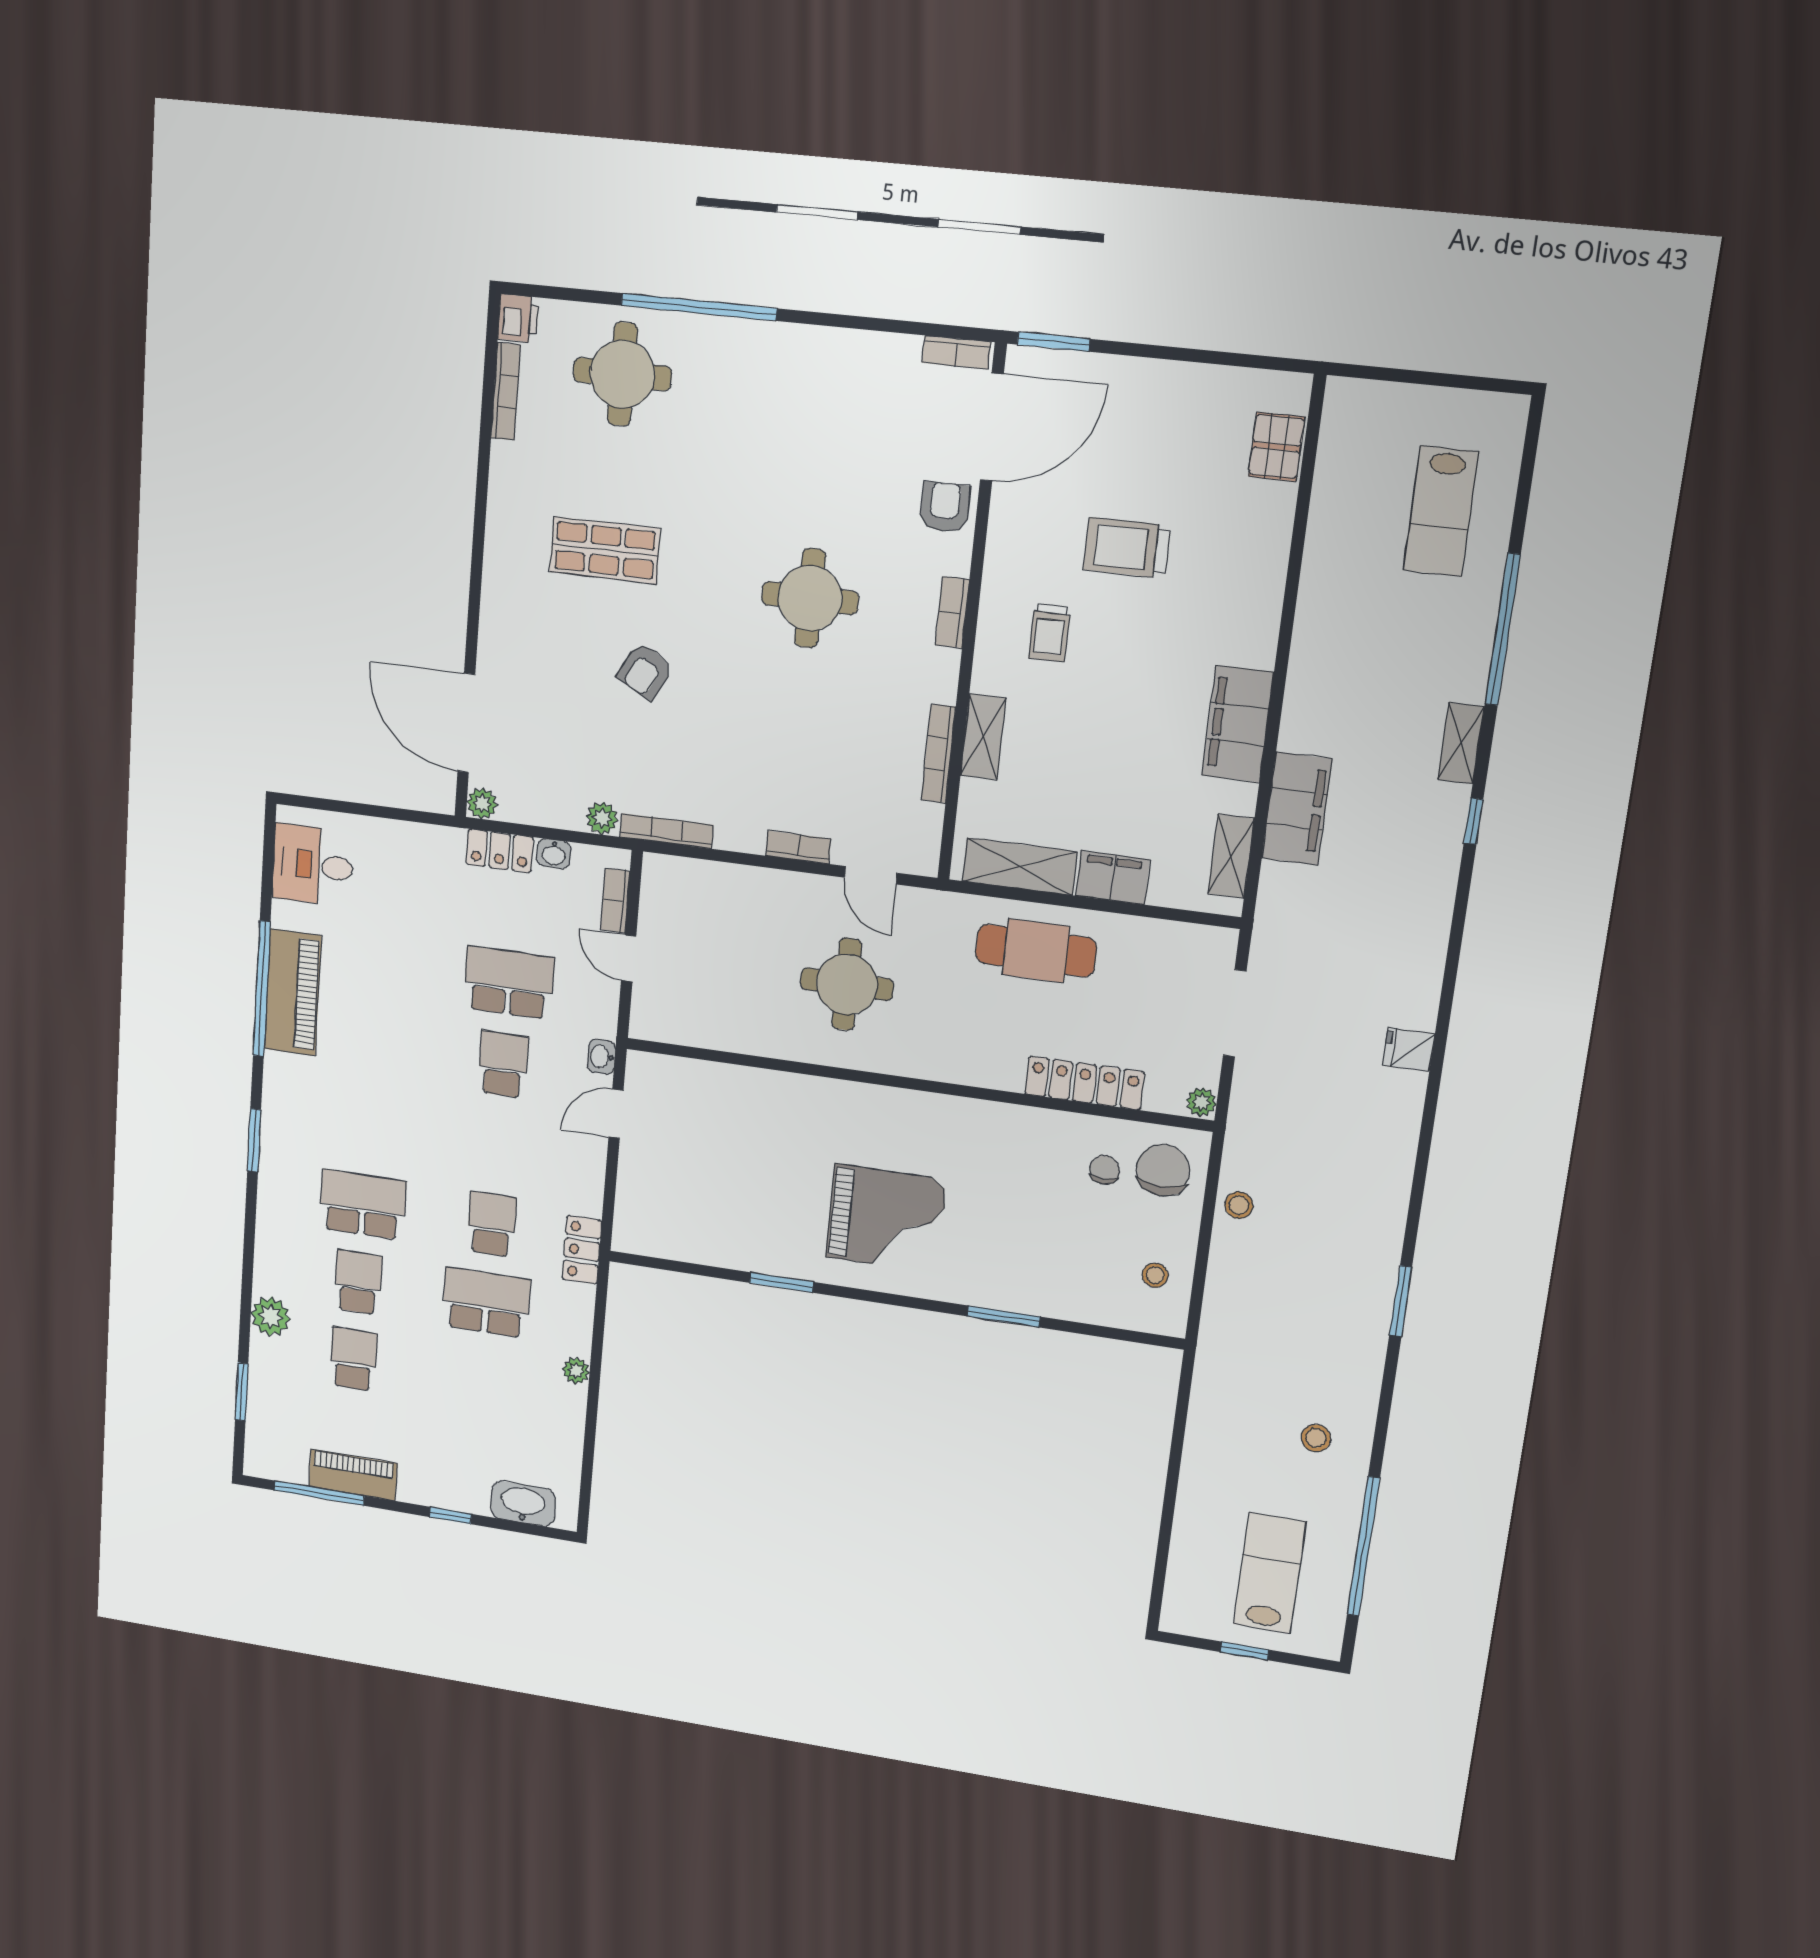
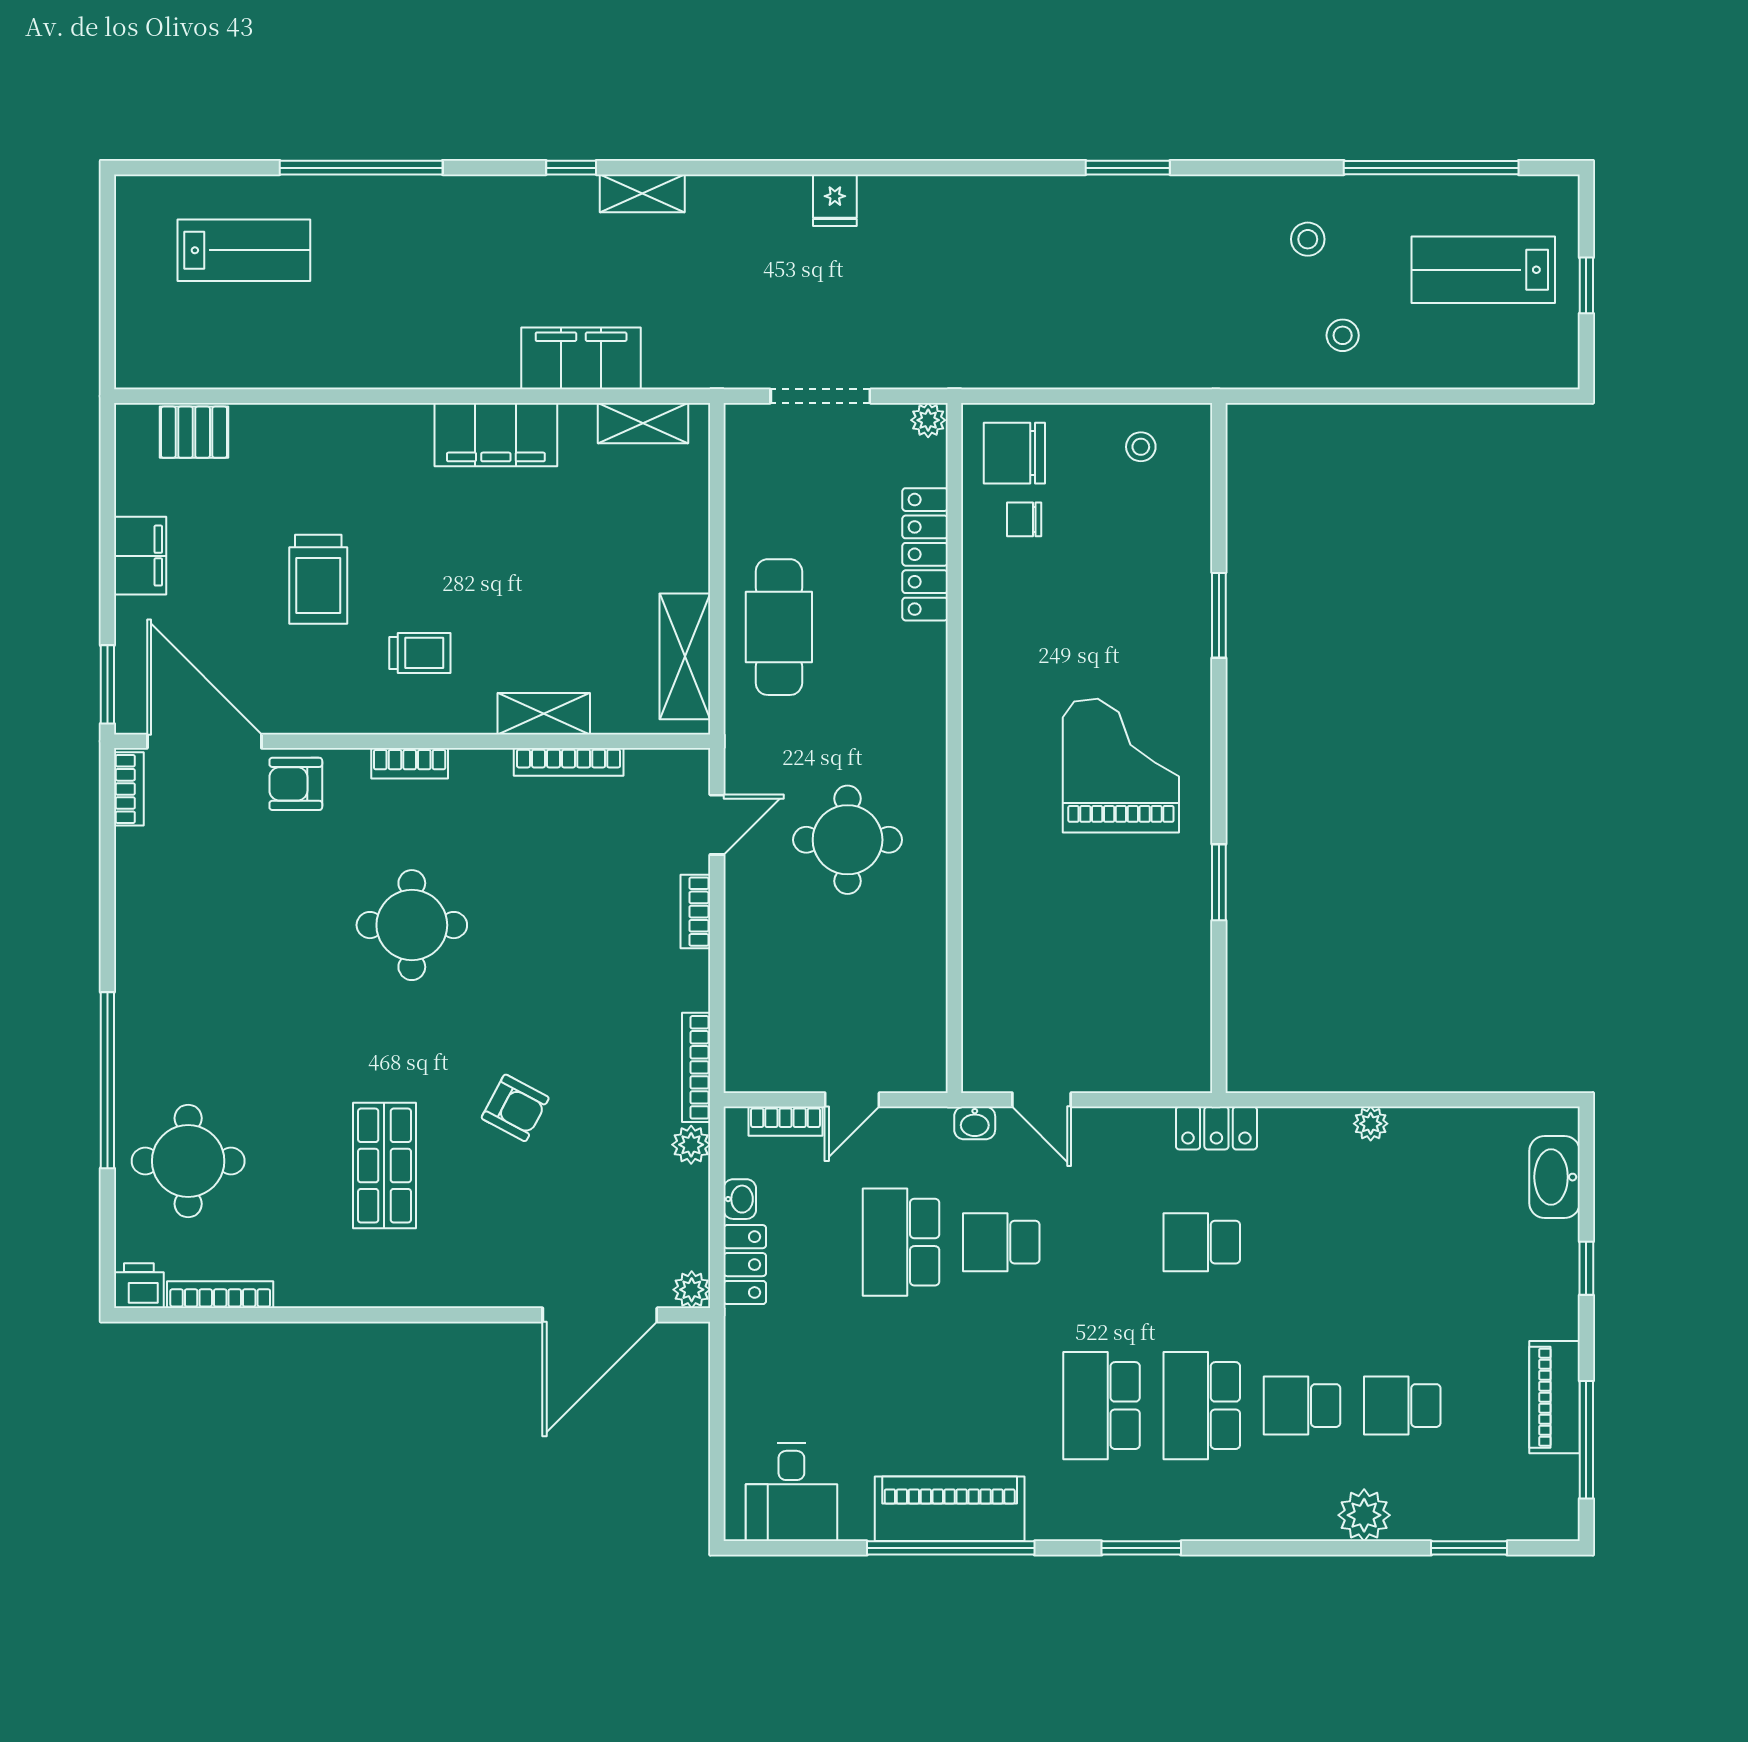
shelving: (1461, 743) -> (642, 193), moved
filing cabinet: (1113, 878) -> (140, 556), moved, turned 180
stool: (1239, 1205) -> (1343, 335), moved
school desk: (486, 1303) -> (1101, 1406), moved

